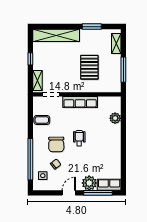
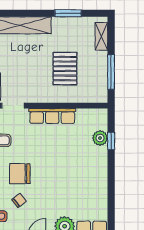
window: (123, 120) -> (111, 141), added
wheelchair: (79, 138) -> (51, 165), removed
chair: (56, 144) -> (20, 174), turned 91

